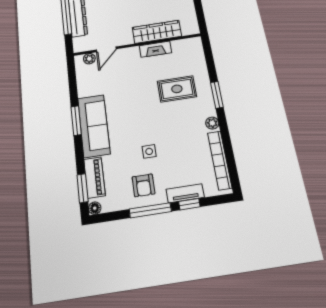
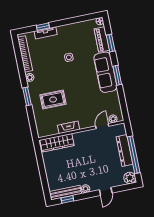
wardrobe: (157, 32) -> (57, 143), moved
armchair: (143, 185) -> (71, 36), removed
window: (83, 188) -> (111, 43), moved
window: (150, 210) -> (66, 22), removed

